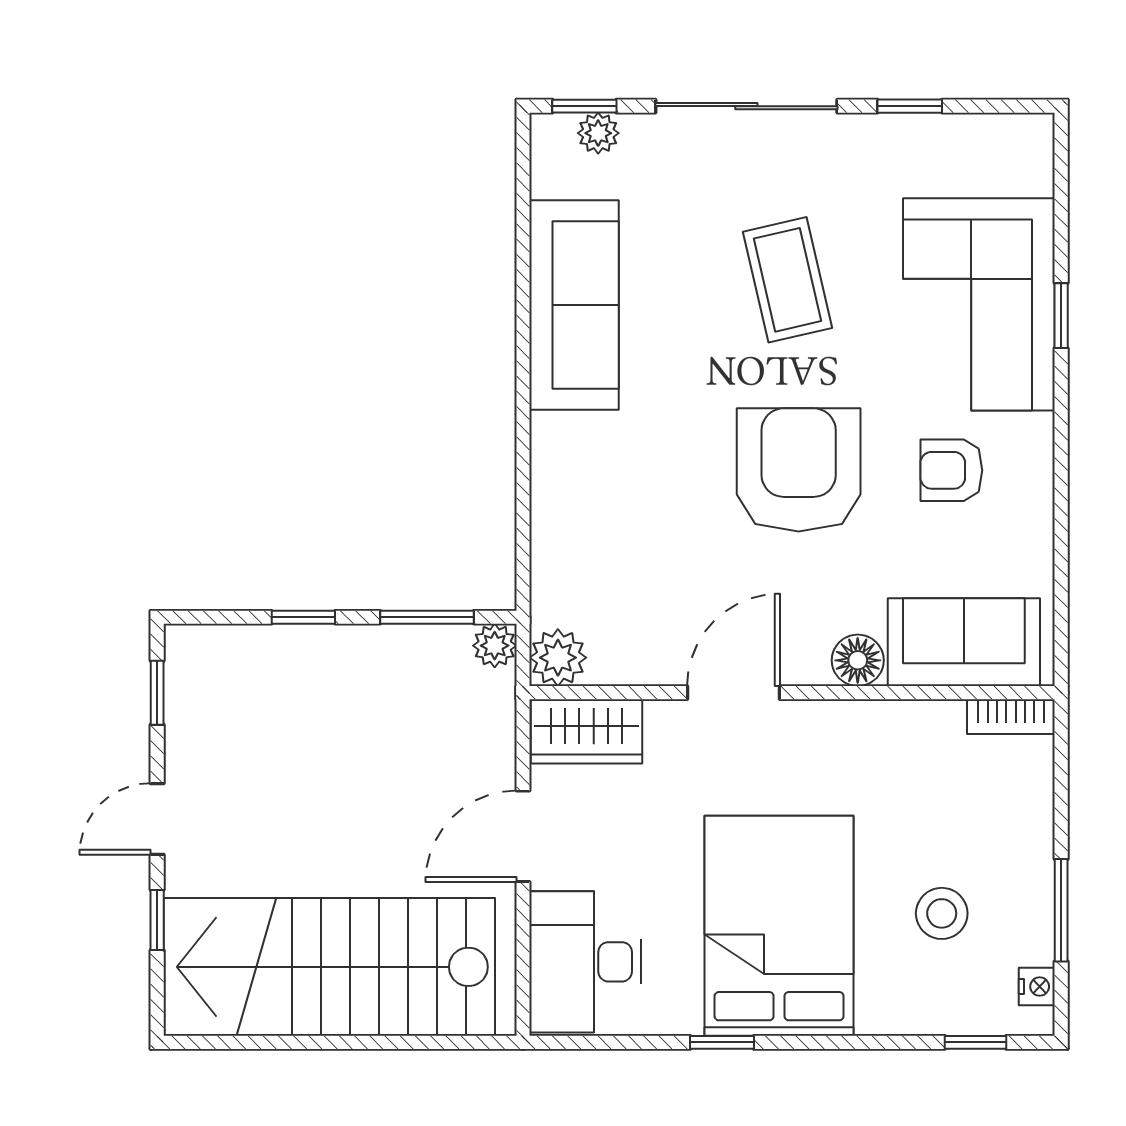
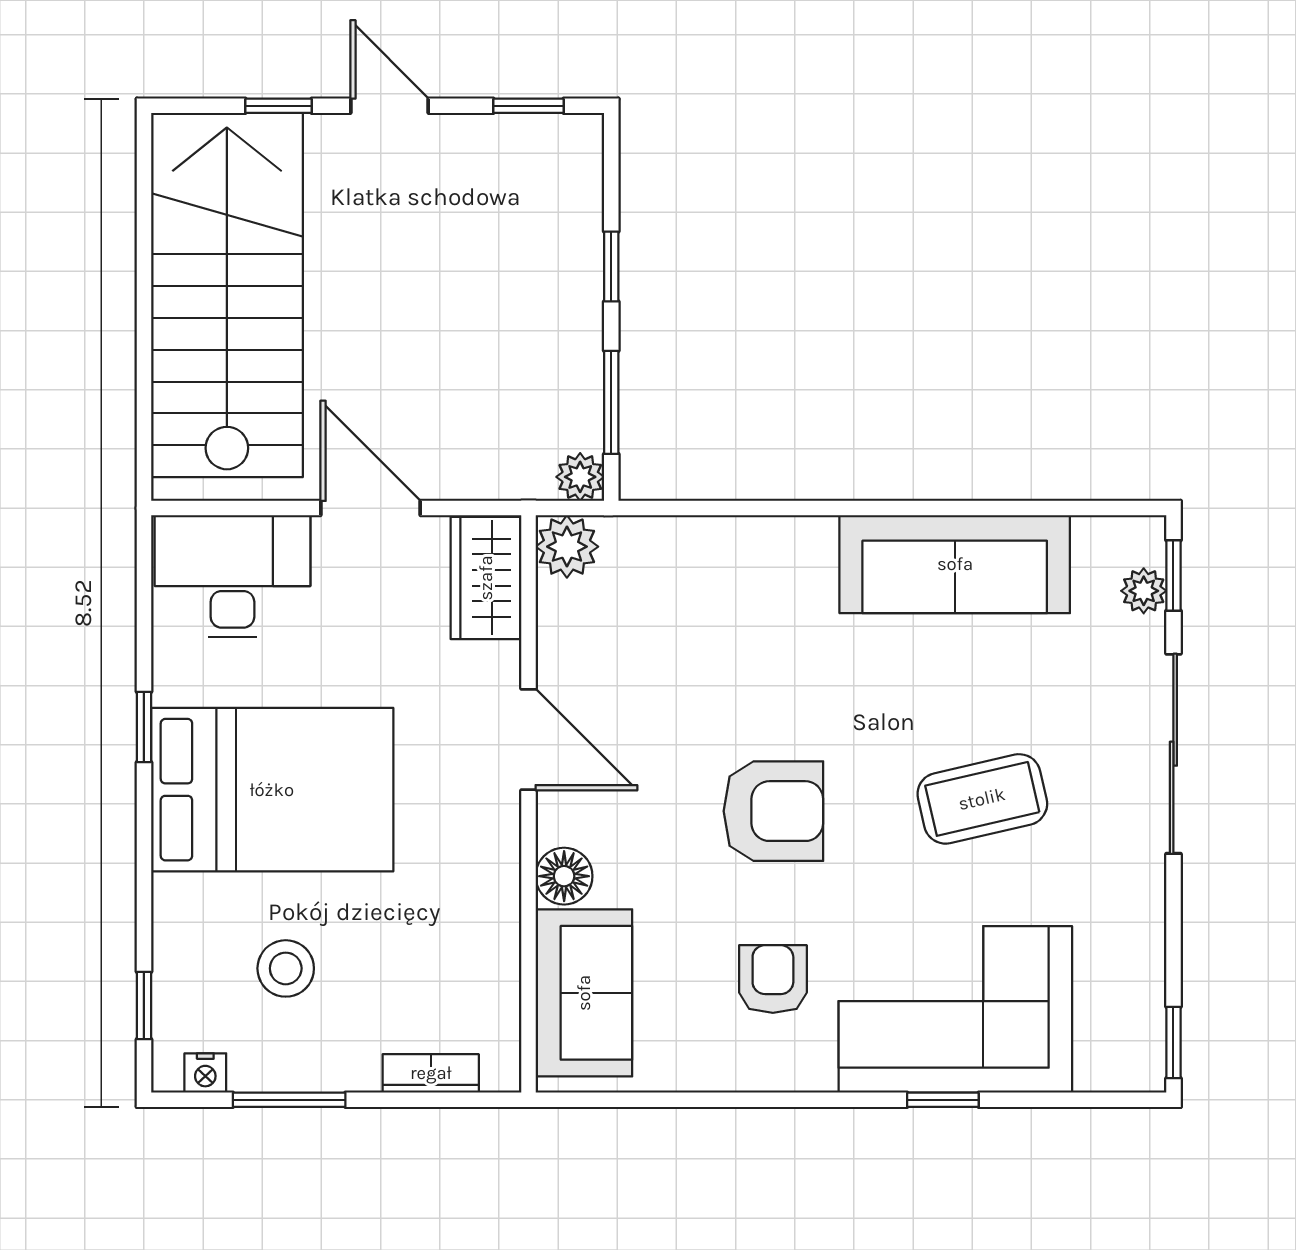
window: (910, 106) -> (1173, 1043), moved
armchair: (799, 470) -> (773, 811), width x0.73, depth x0.73
bookcase: (1011, 717) -> (431, 1073), moved, turned 90

